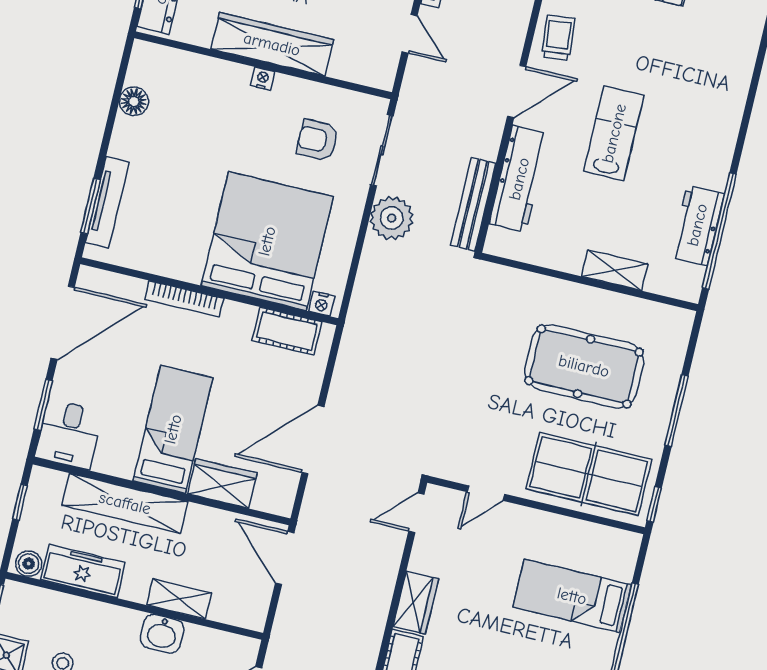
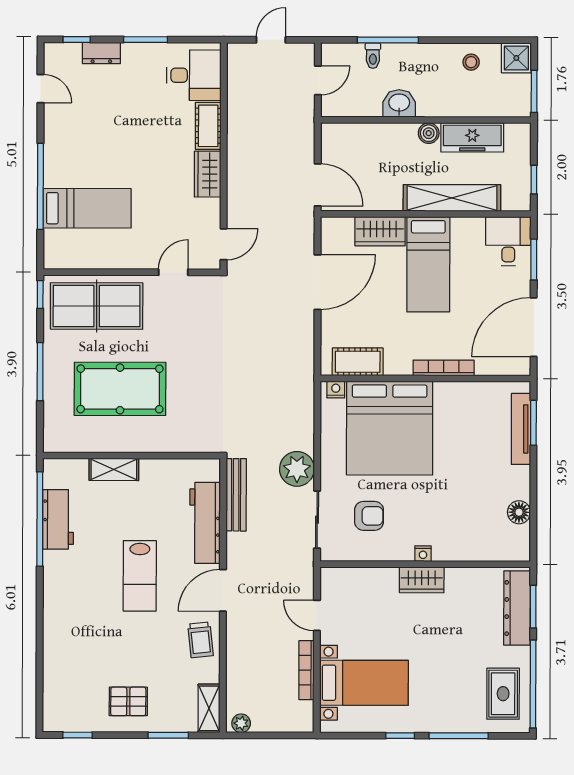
wardrobe: (272, 44) -> (422, 580), width x0.48, depth x0.85
boiler: (29, 564) -> (429, 133), moved
shelving: (179, 599) -> (392, 134), removed

